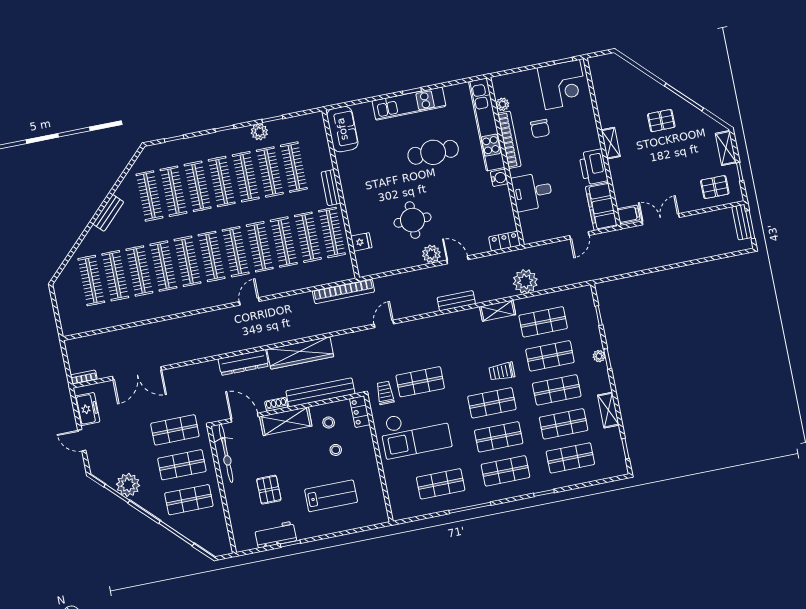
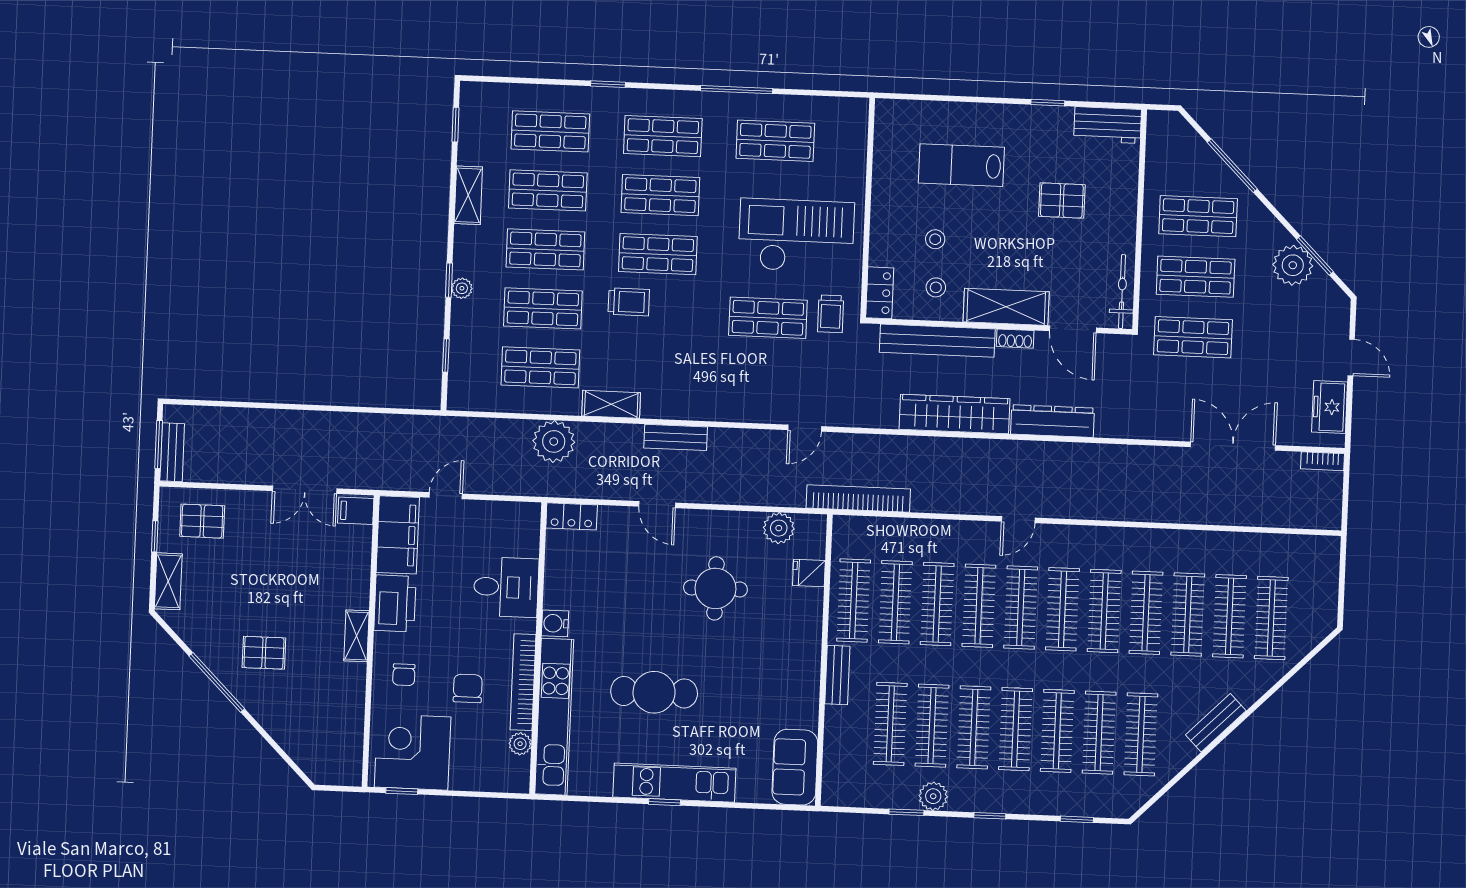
chair: (578, 128) -> (404, 675), added
plant: (431, 254) -> (779, 528), moved
bicycle: (226, 453) -> (1122, 292), width x0.73, depth x0.71
pallet: (269, 490) -> (1062, 200), turned 90
workbench: (276, 535) -> (1108, 125), moved

